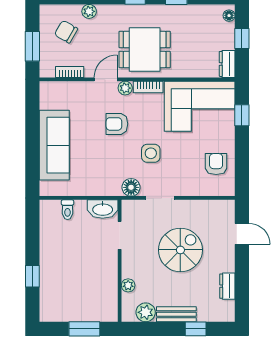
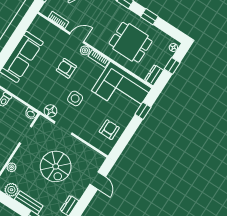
dining table: (145, 50) -> (131, 42), moved
washbasin: (103, 209) -> (31, 114), width x0.52, depth x0.69
spiral stairs: (180, 250) -> (56, 166), turned 90

